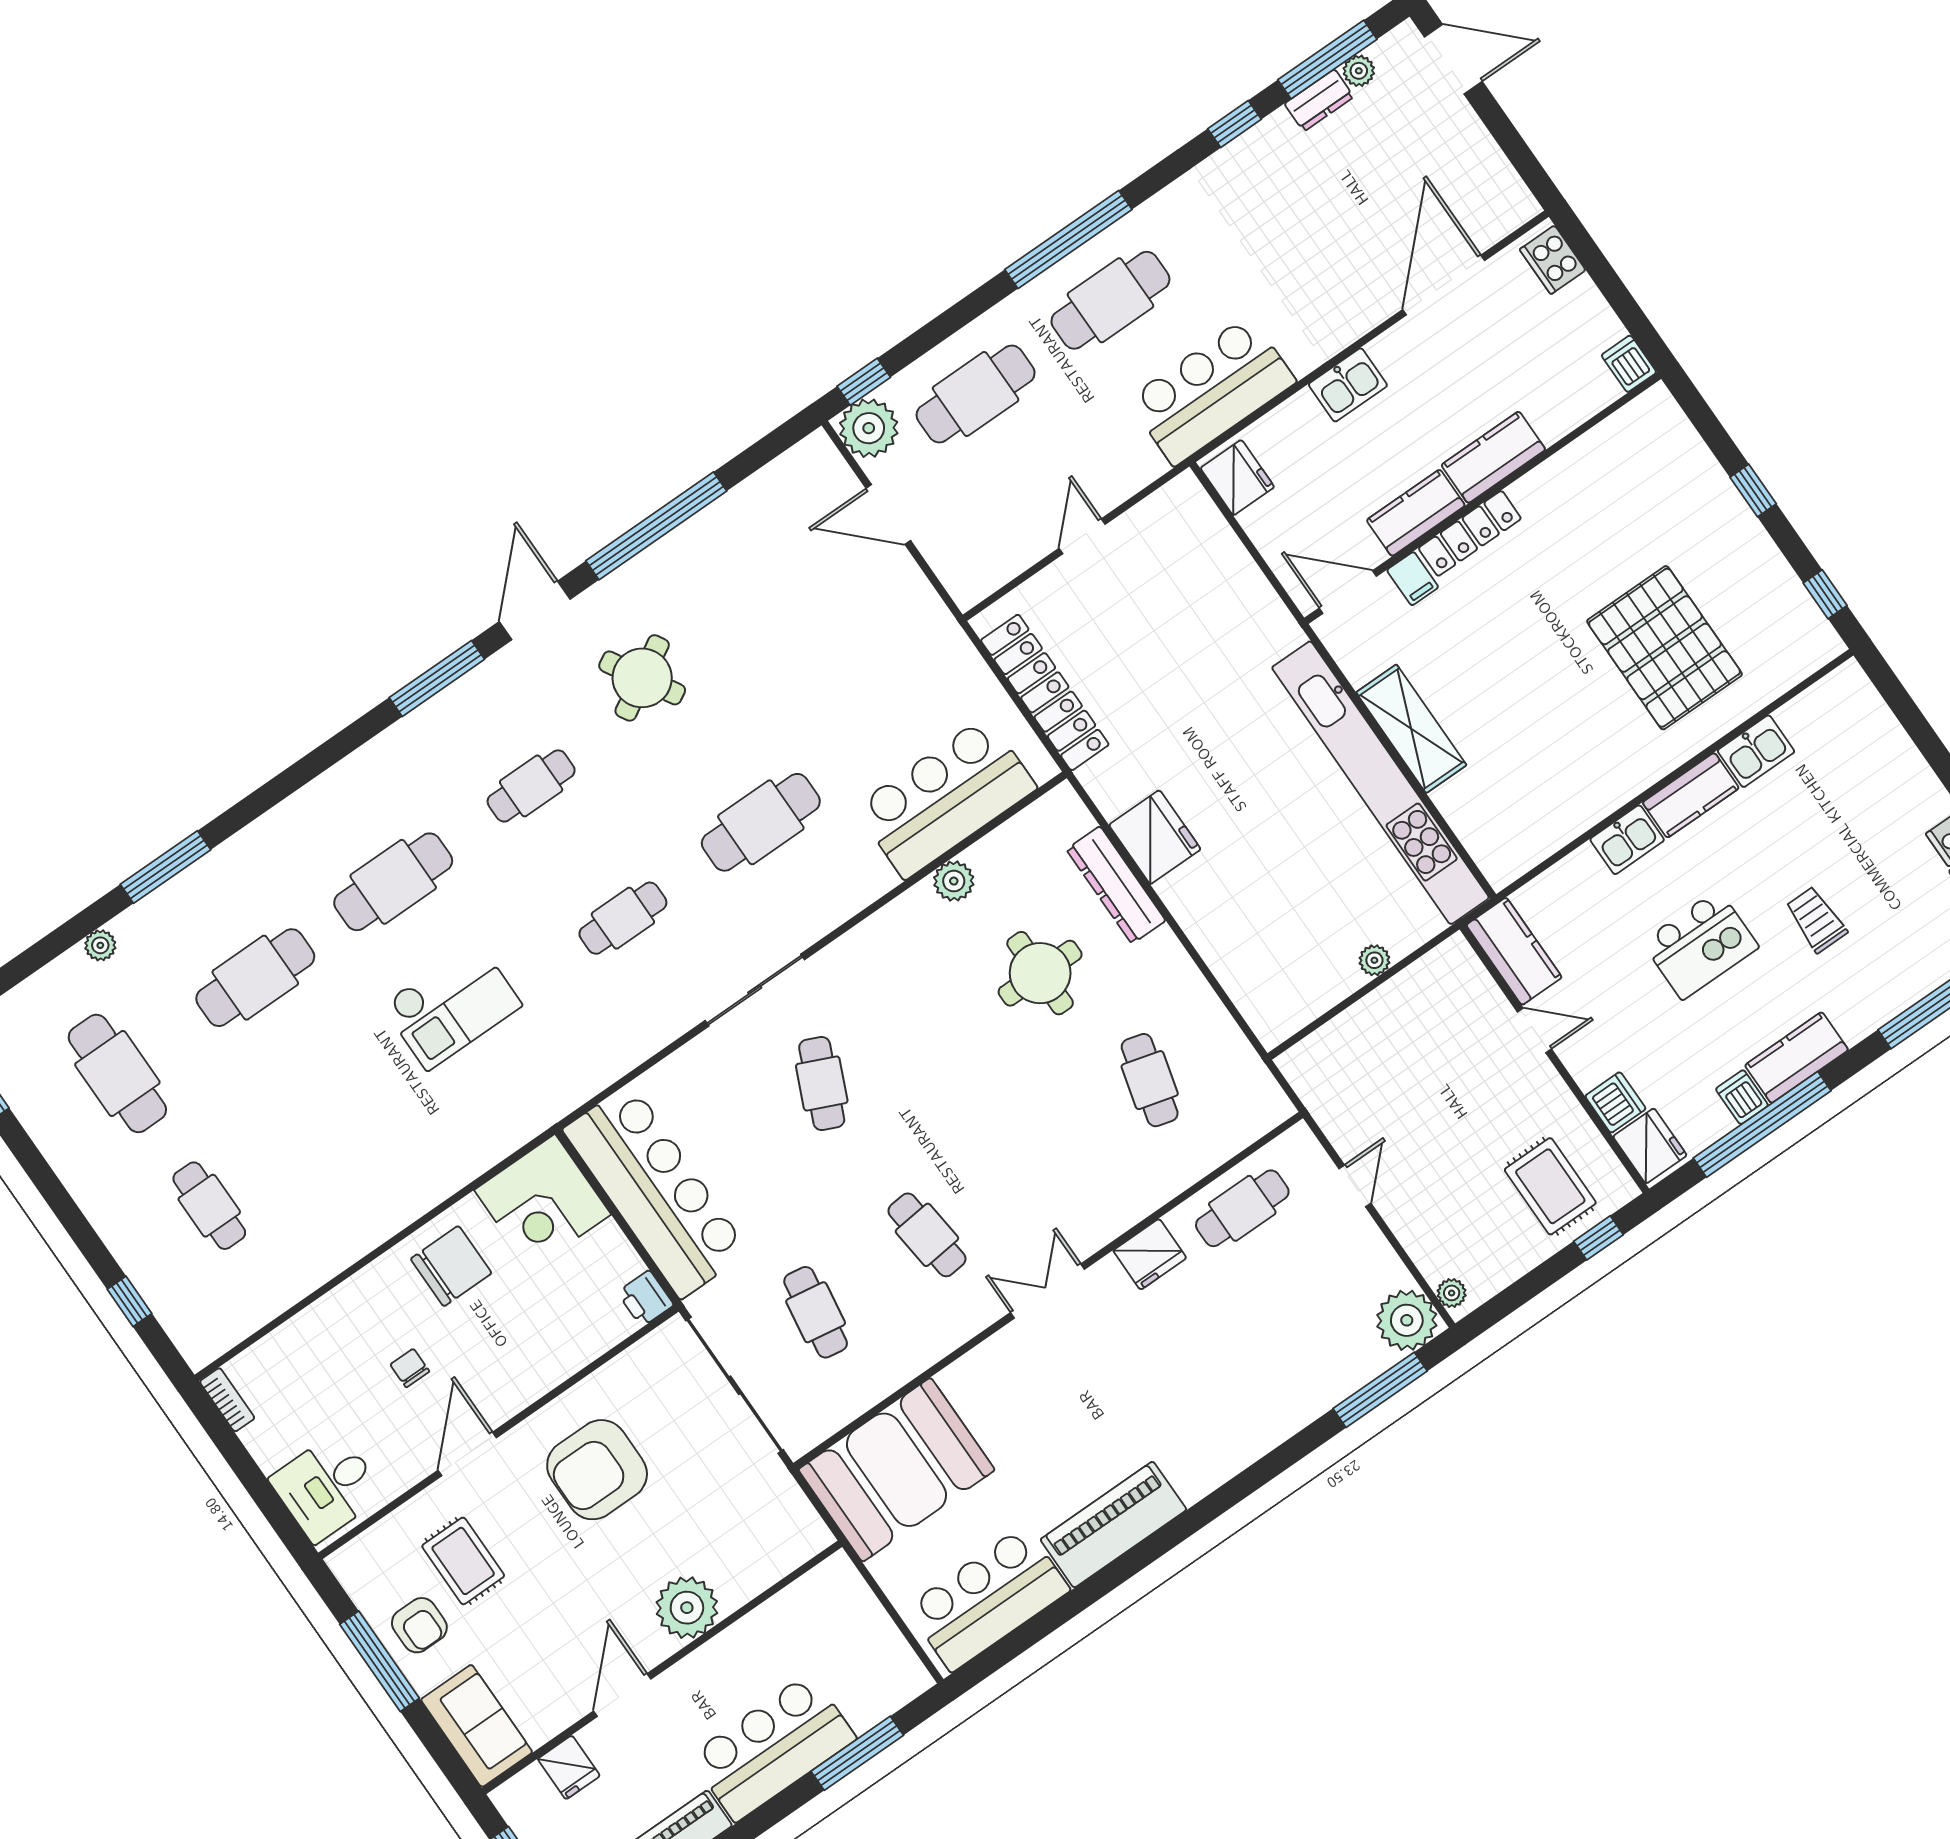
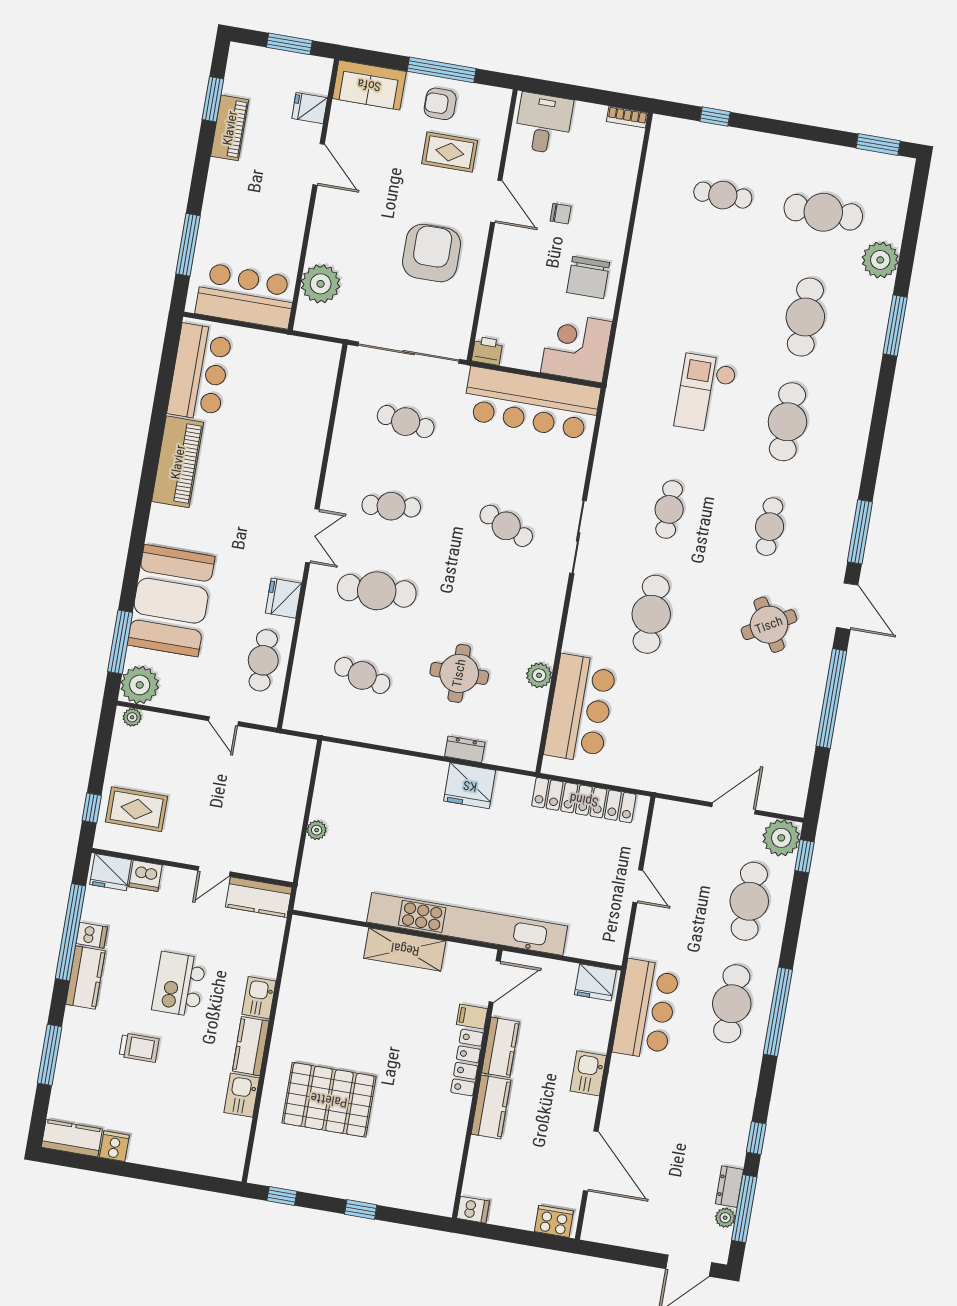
kitchen unit: (1380, 783) -> (467, 924), moved
dresser: (1116, 885) -> (465, 749), width x0.51, depth x0.80
plant: (100, 945) -> (880, 260), width x1.87, depth x1.87
cafe table: (1038, 1157) -> (377, 591), added
booth: (897, 1470) -> (171, 601), moved
plant: (687, 1608) -> (321, 284), moved
bar counter: (773, 1747) -> (246, 296), moved, turned -90

